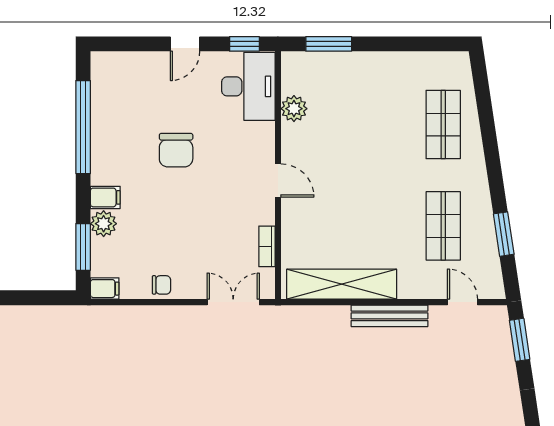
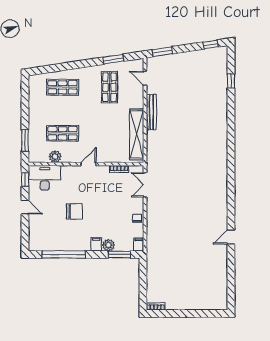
shop shelf: (344, 125) -> (62, 133), added
shop shelf: (443, 226) -> (110, 87), turned 90
door: (462, 302) -> (145, 78), hinge flipped

